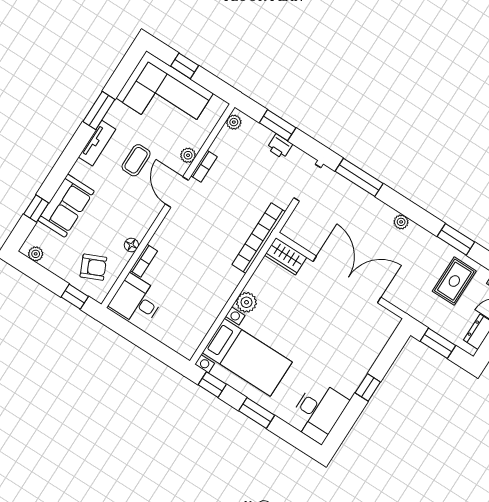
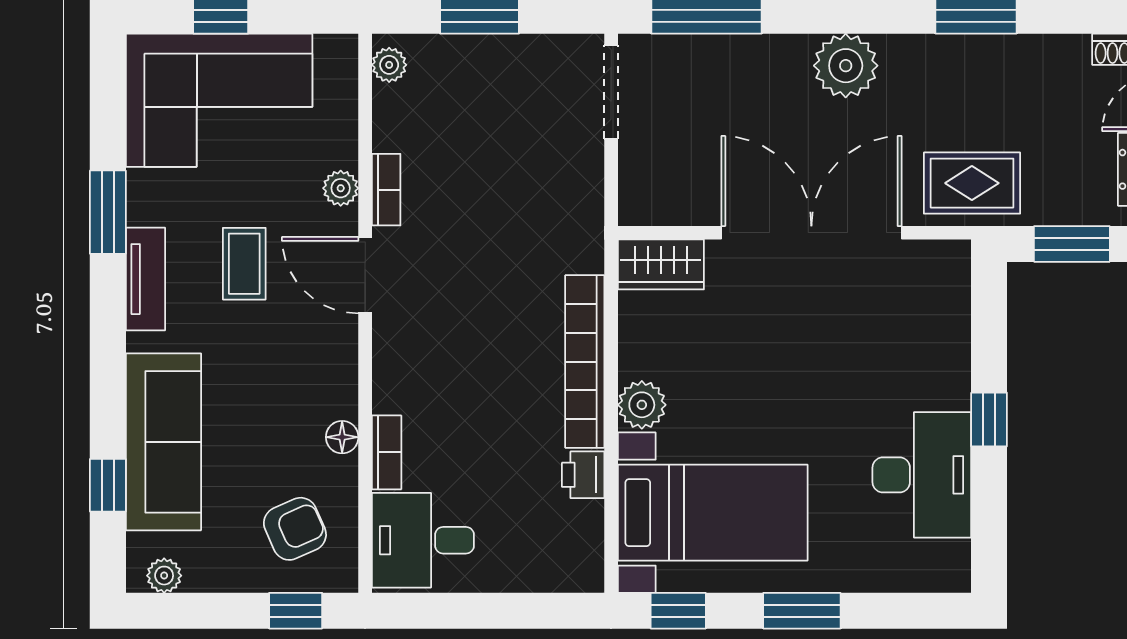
printer: (280, 146) -> (583, 475), moved, turned 90
sofa: (66, 206) -> (163, 442), width x1.36
plant: (401, 222) -> (846, 66), width x1.87, depth x1.87
bookcase: (259, 238) -> (585, 362), moved
rug: (454, 281) -> (972, 183), moved, turned 90
desk: (318, 412) -> (922, 475), moved

